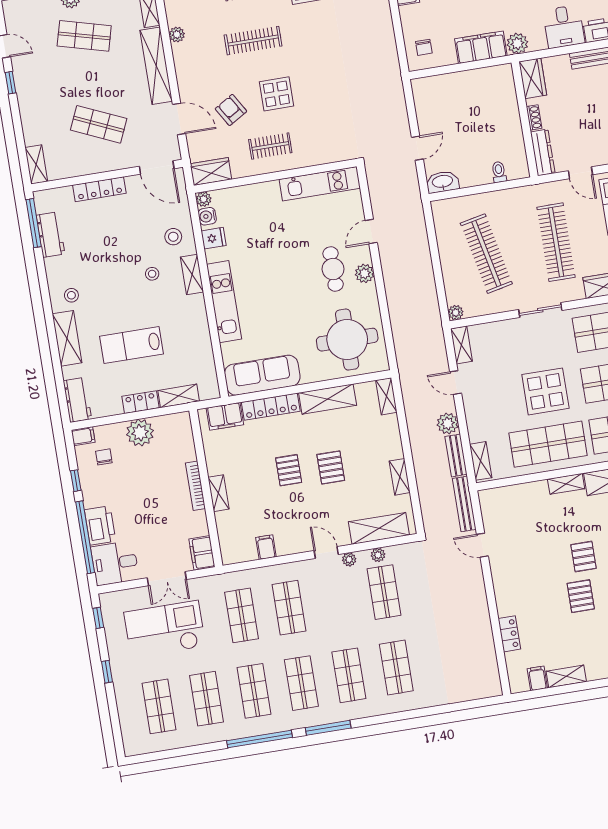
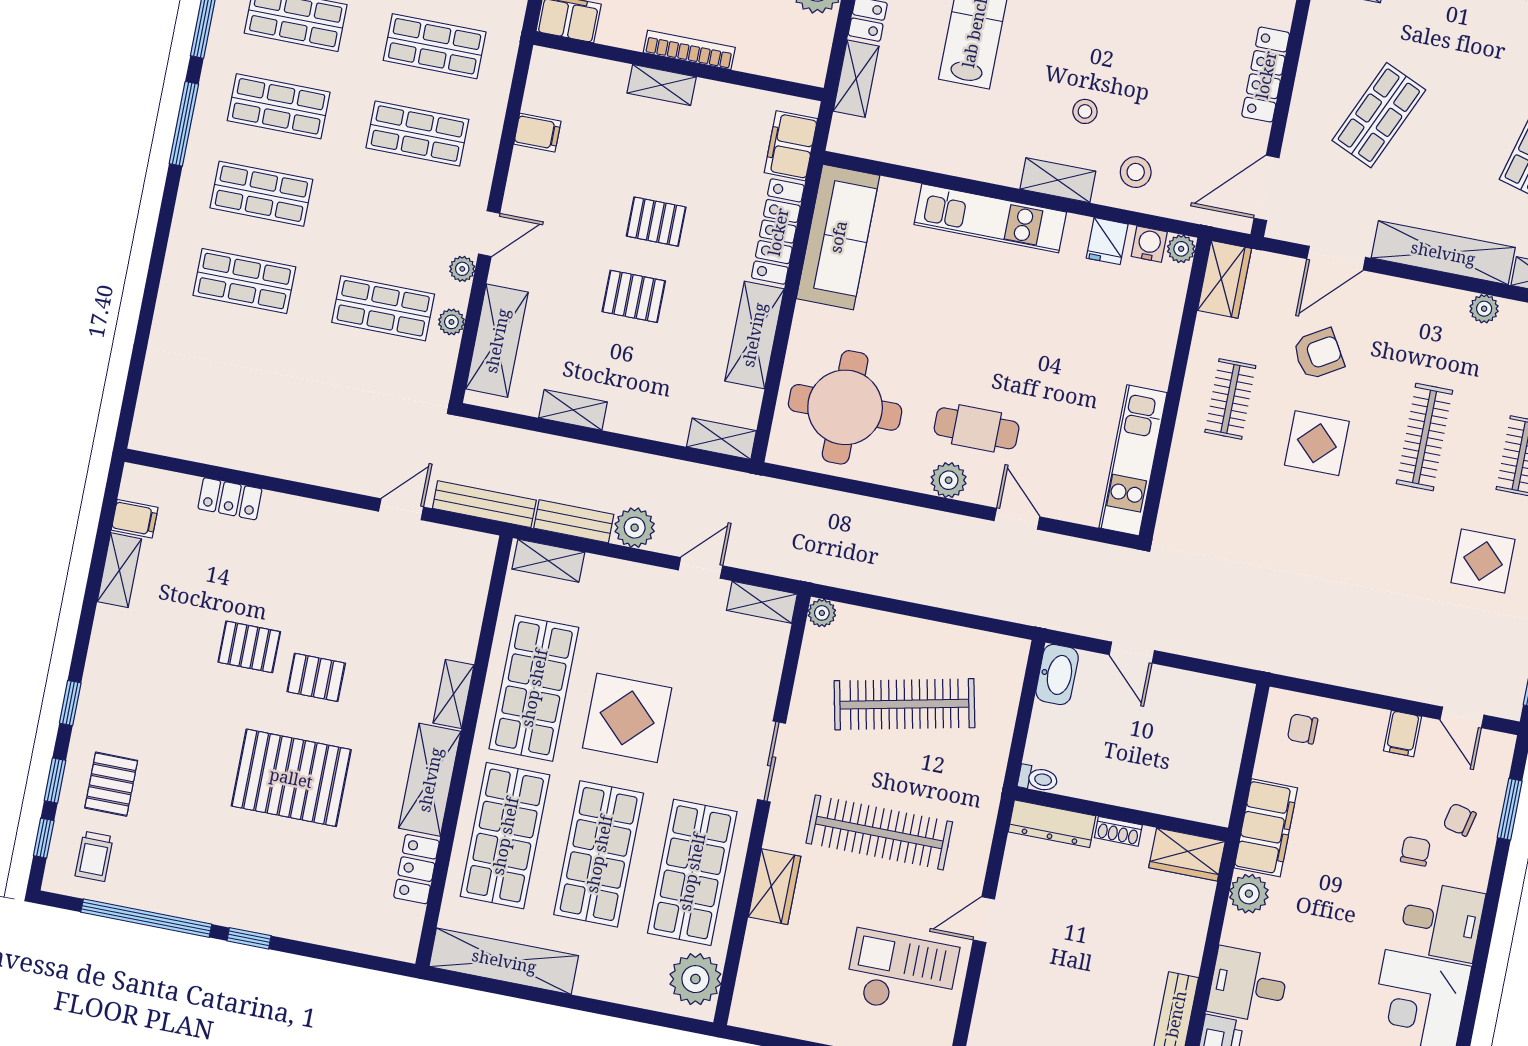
wardrobe: (533, 78) -> (1187, 854), moved
shoe rack: (534, 117) -> (1118, 831), moved
wall: (525, 119) -> (1121, 814), moved
dresser: (543, 152) -> (1052, 824), moved

